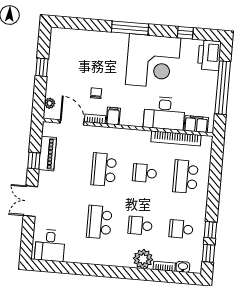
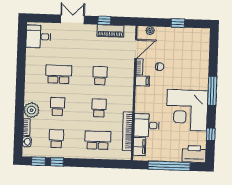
desk: (164, 113) -> (147, 125), width x0.73
school desk: (104, 170) -> (100, 76), width x0.54

